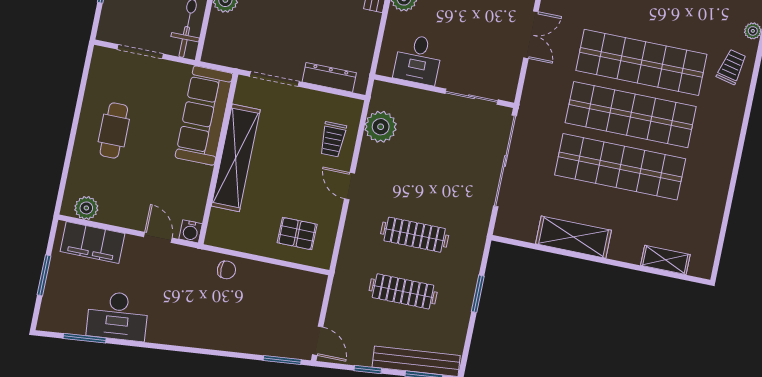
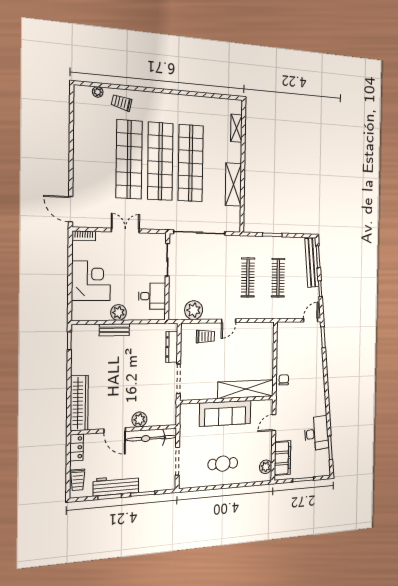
sofa: (204, 116) -> (225, 413), moved
shelving: (236, 158) -> (246, 389), moved
water cooler: (191, 231) -> (268, 405), removed
pallet: (297, 234) -> (259, 345), removed

